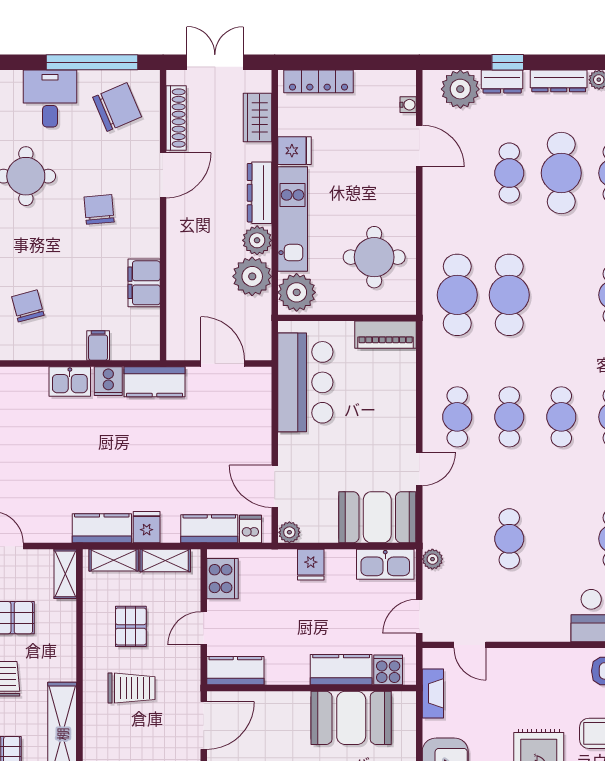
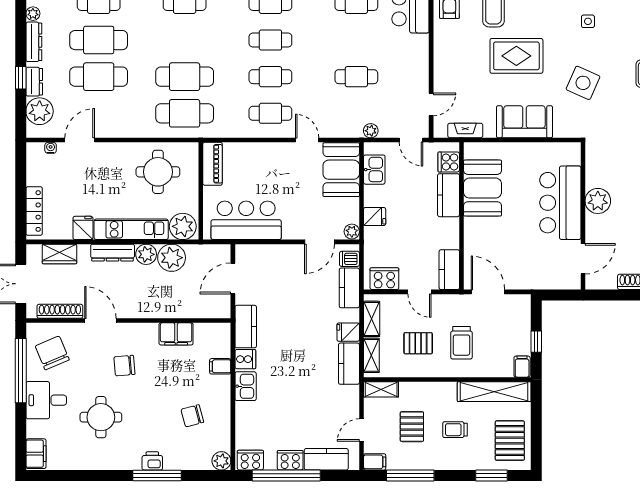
cafe table: (509, 173) -> (99, 77), width x1.37, depth x1.35
kitchen sink: (385, 564) -> (374, 170), width x0.73
trolley: (132, 688) -> (461, 343), turned 180

